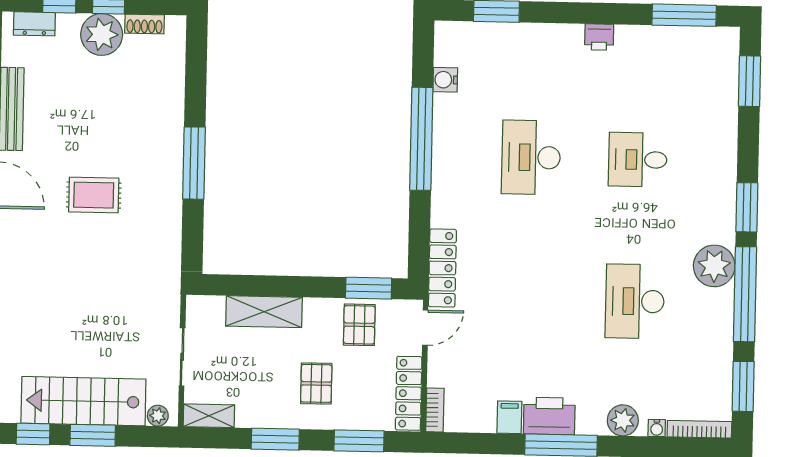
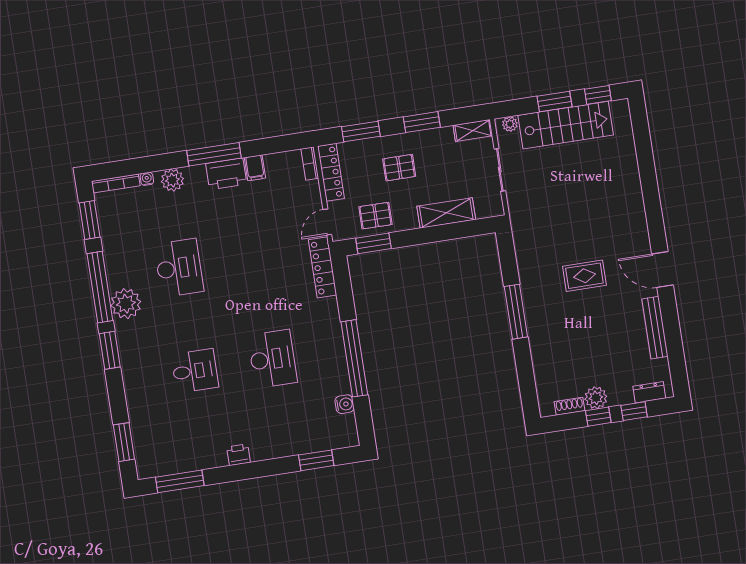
plant: (102, 34) -> (596, 398), width x0.73, depth x0.73
pallet: (359, 325) -> (375, 216), turned 90
pallet: (316, 383) -> (399, 168), turned 90

